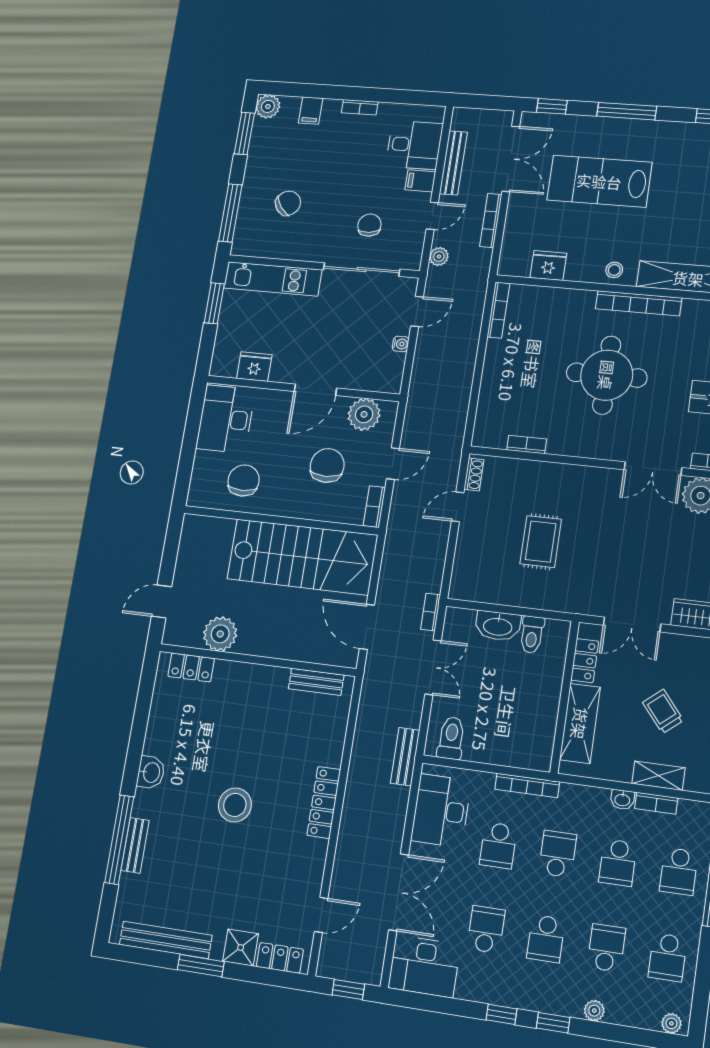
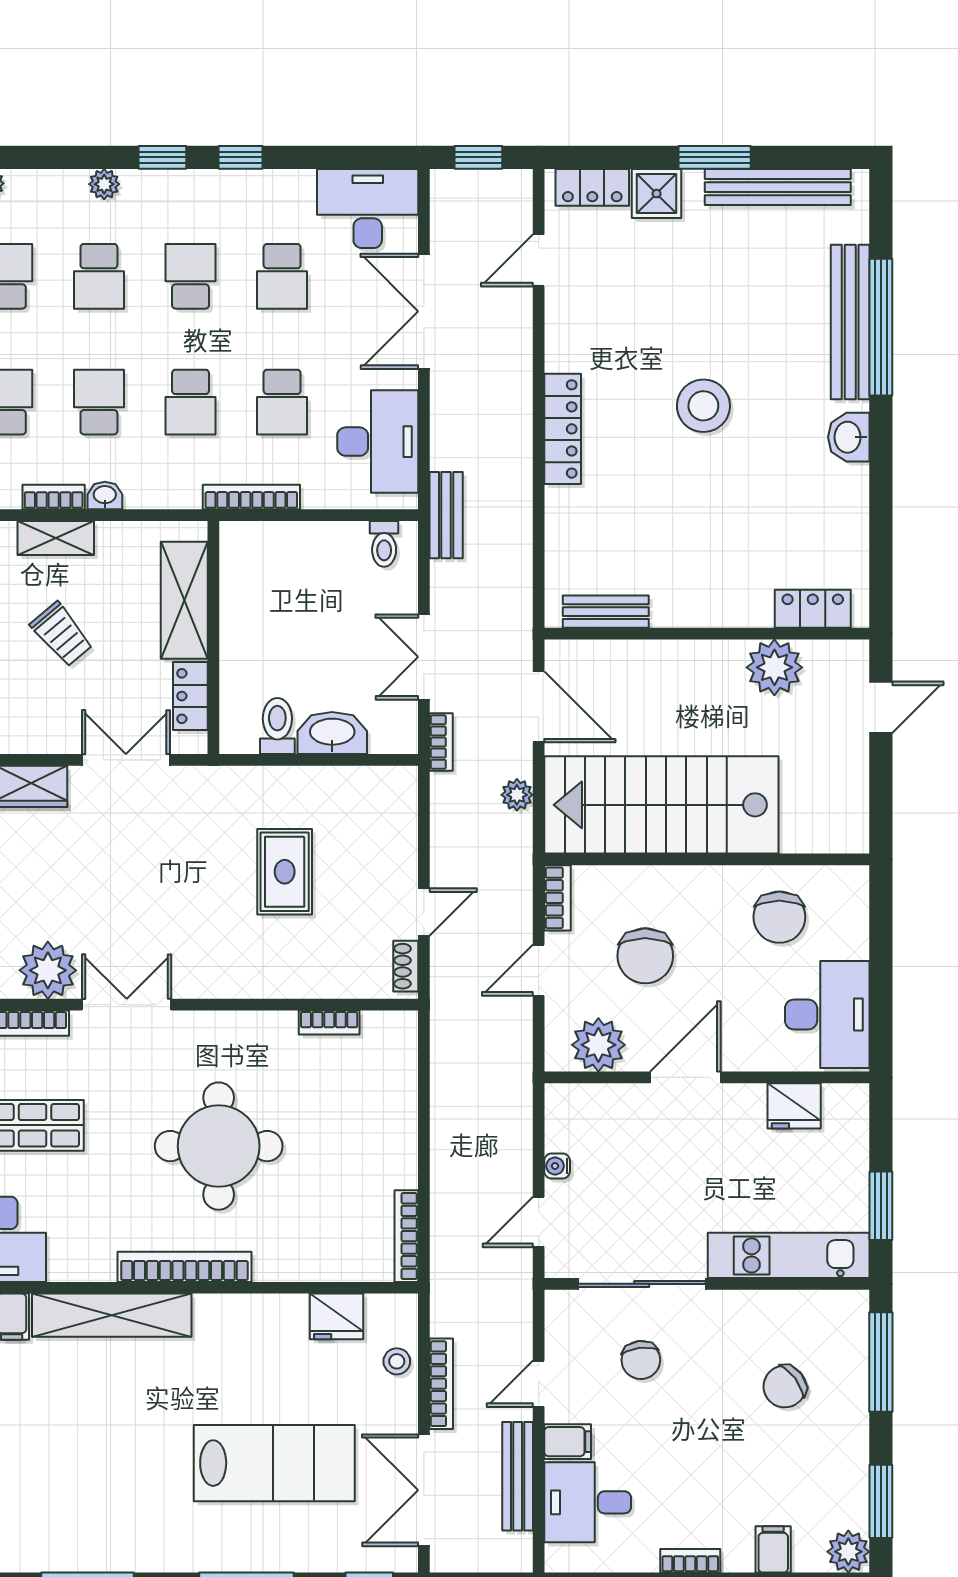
plant: (439, 256) -> (517, 795), moved
stool: (614, 270) -> (397, 1361), moved
toilet: (451, 738) -> (384, 544), width x0.73, depth x0.72
bench: (135, 845) -> (850, 322), width x1.86, depth x1.21
school desk: (498, 845) -> (282, 402), turned 180

